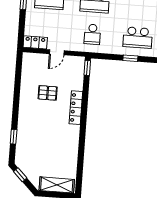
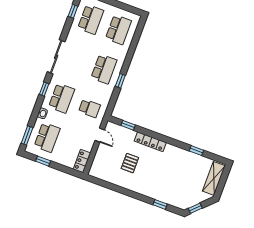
door: (57, 52) -> (100, 135), moved
window: (87, 68) -> (128, 125), moved
window: (81, 158) -> (196, 151), added

